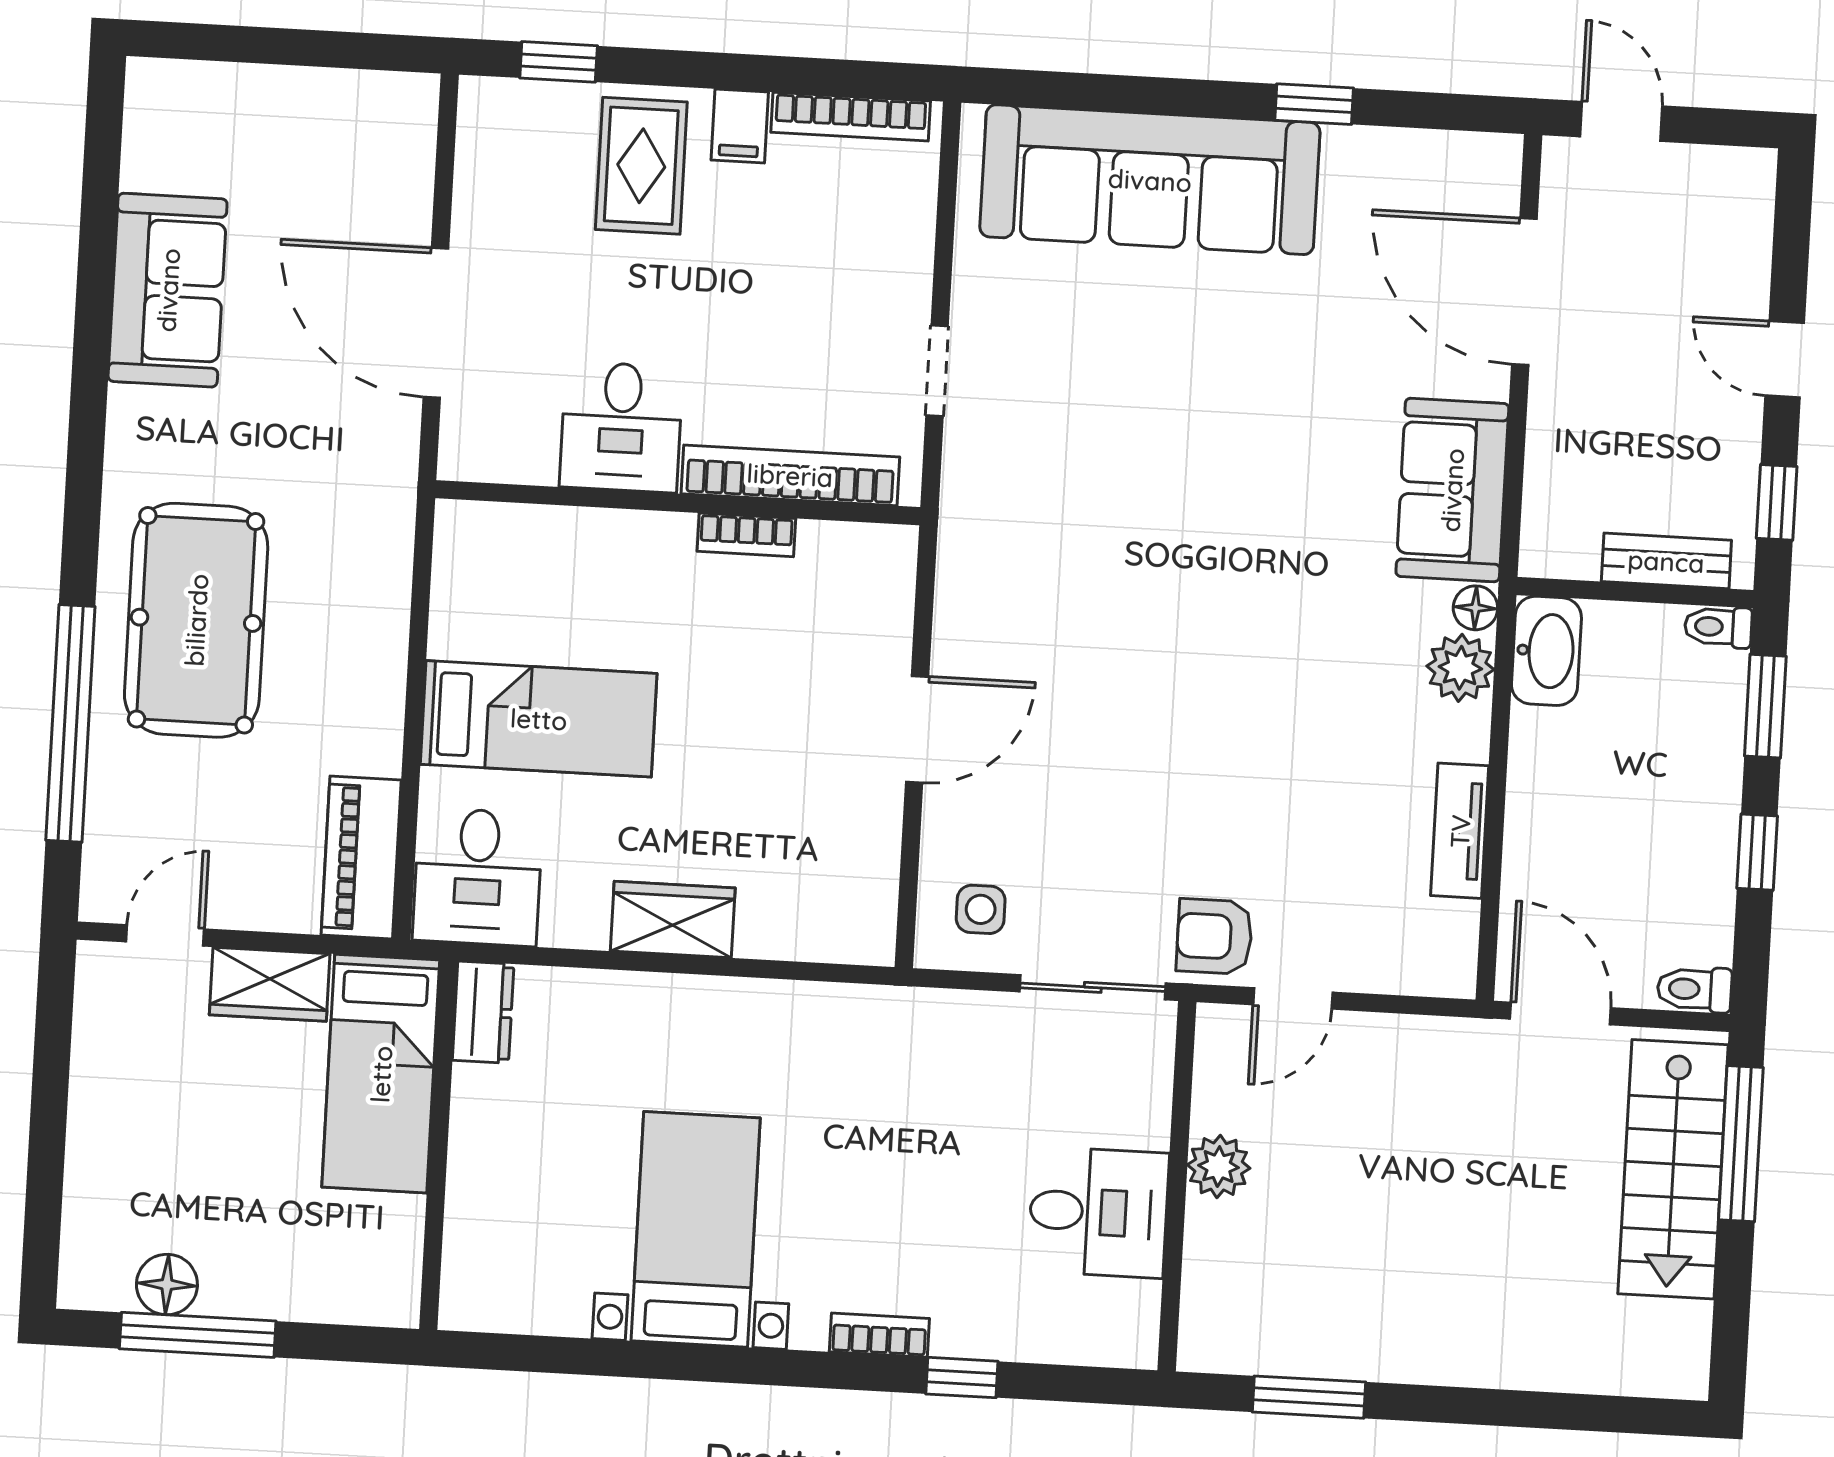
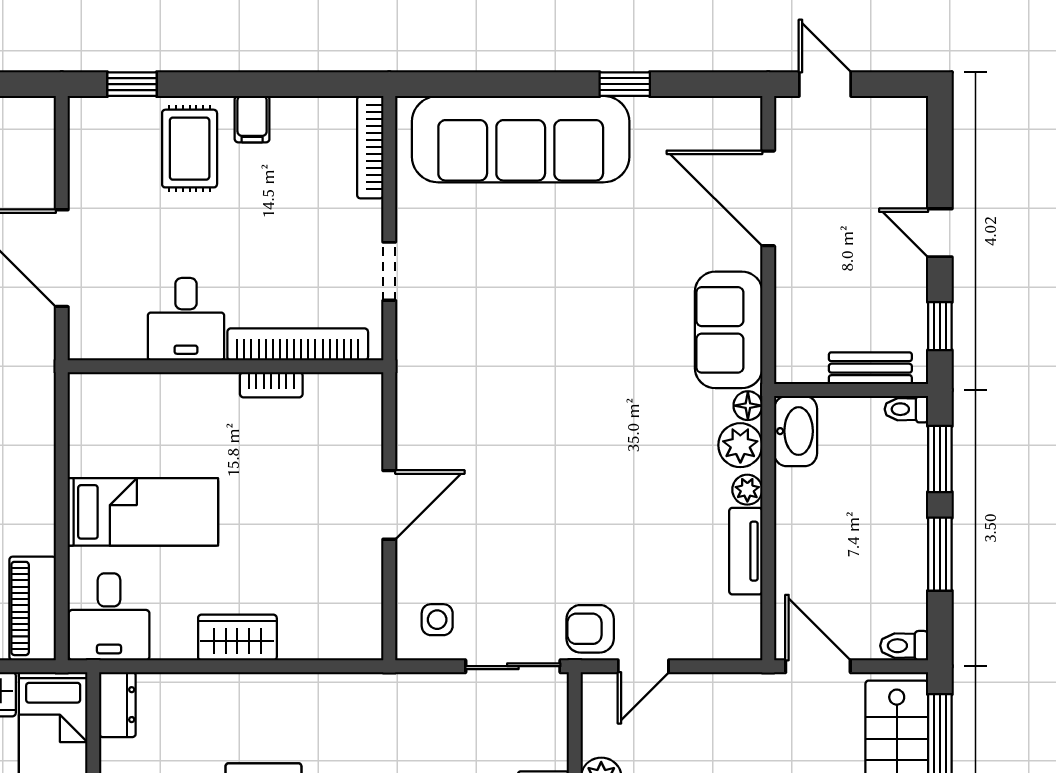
bookcase: (851, 117) -> (370, 147), moved, turned 90
plant: (1467, 737) -> (747, 490), added
window: (1757, 852) -> (940, 554), width x1.50

